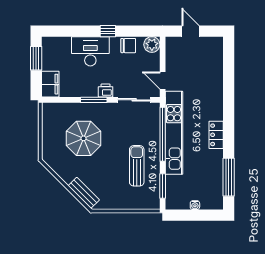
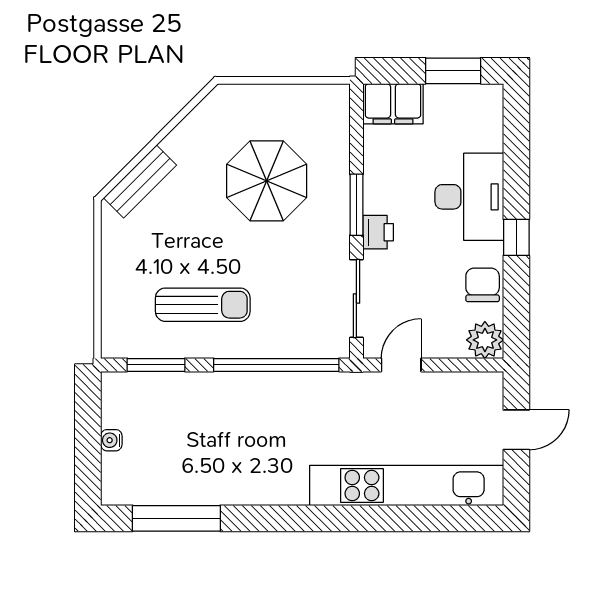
chair: (128, 46) -> (483, 285), turned 180
kitchen unit: (174, 133) -> (407, 486), moved, turned 180
locker: (216, 135) -> (275, 489), removed

